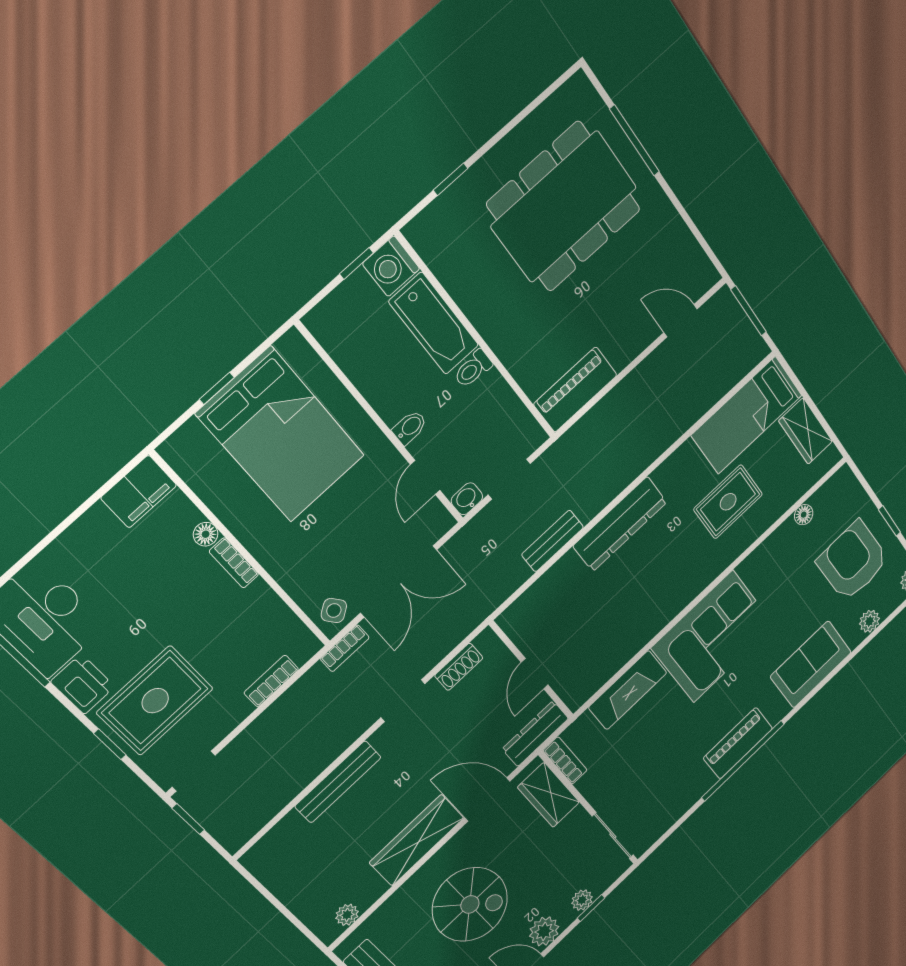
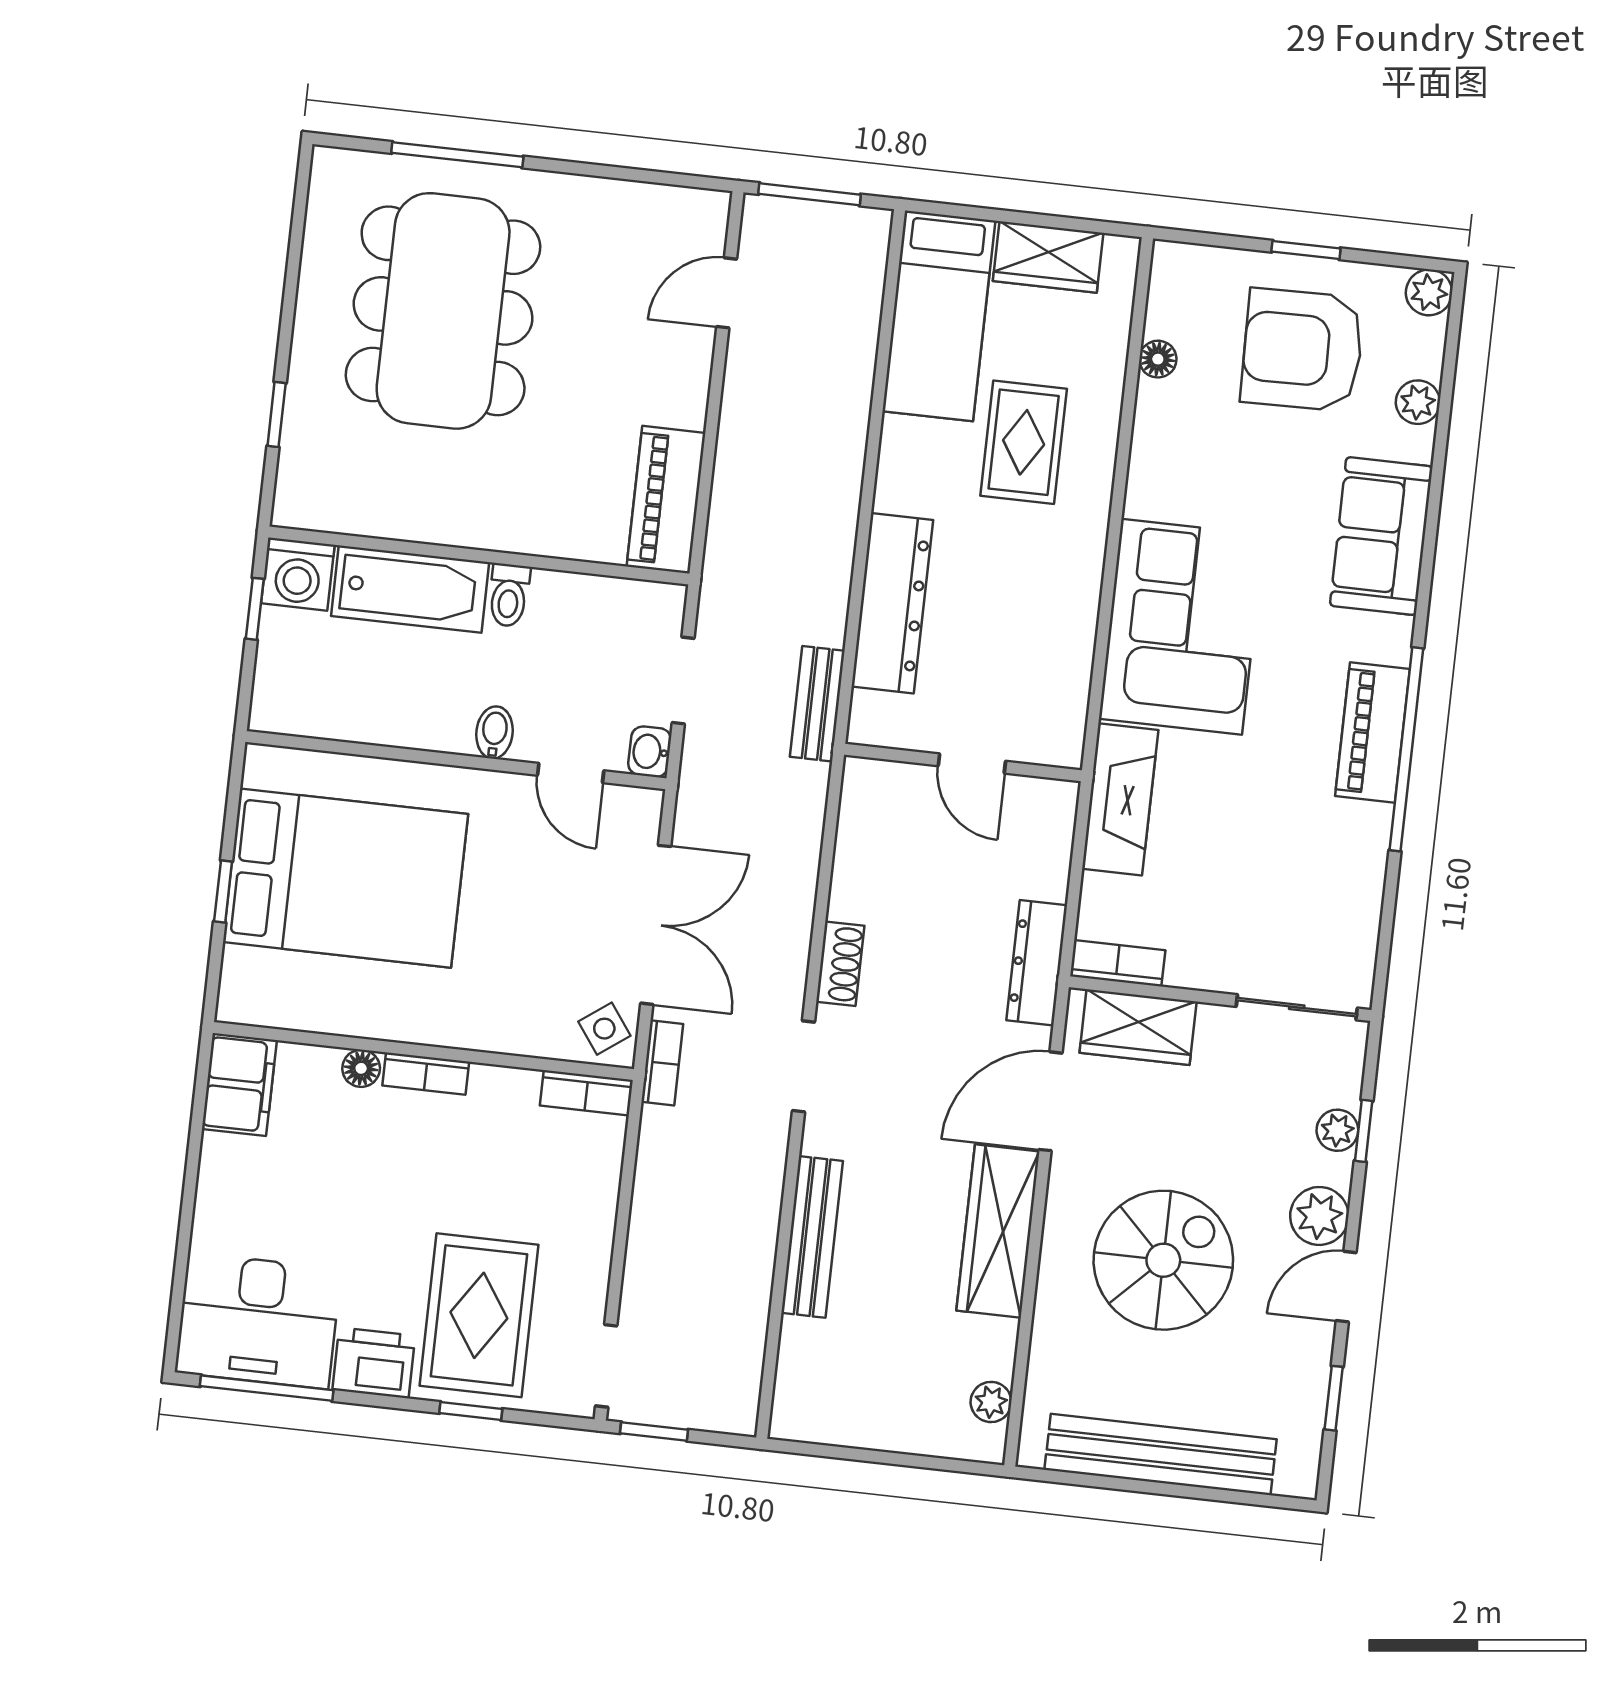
wall: (532, 670) -> (963, 762), moved
door: (535, 674) -> (972, 763), moved
bookcase: (271, 681) -> (586, 1093), moved, turned -90

